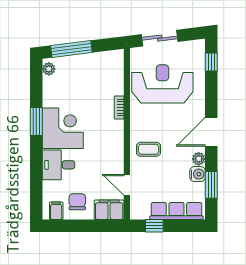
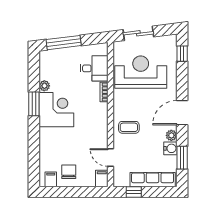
plant: (49, 69) -> (44, 86), moved
desk: (59, 165) -> (94, 68), moved, turned 180
filing cabinet: (109, 210) -> (102, 179), width x0.50

